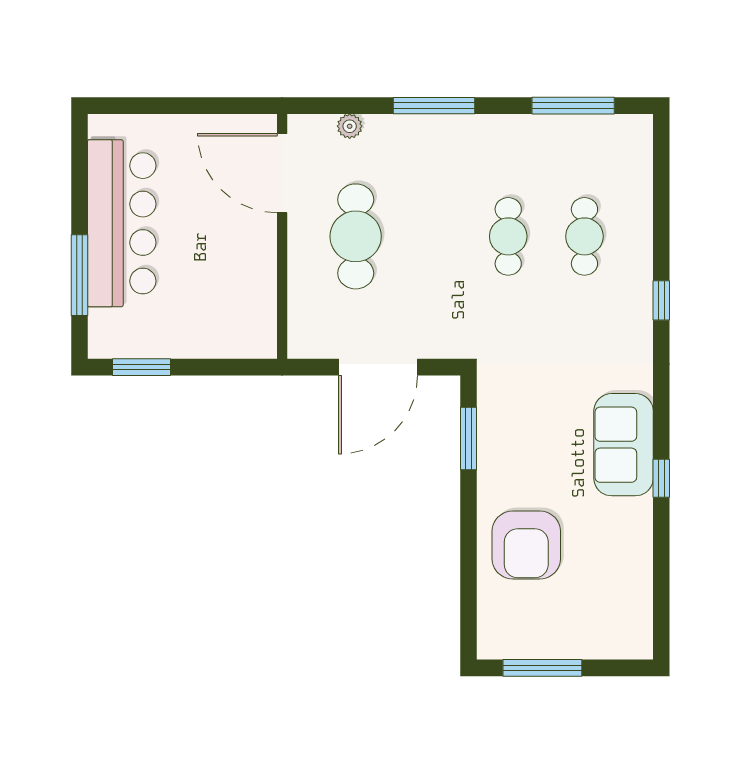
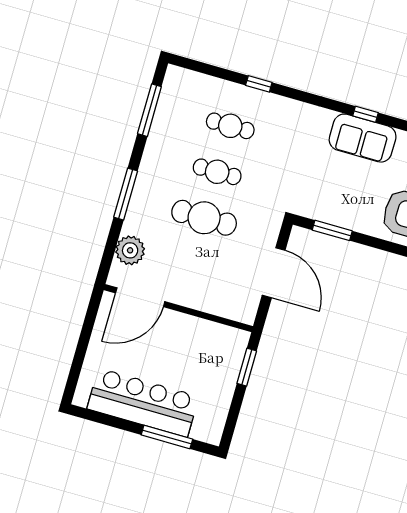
plant: (350, 126) -> (130, 250), width x1.88, depth x1.88
cafe table: (356, 236) -> (204, 218), moved
window: (661, 300) -> (259, 84), moved
window: (142, 367) -> (247, 367), moved
window: (661, 478) -> (365, 114), moved

